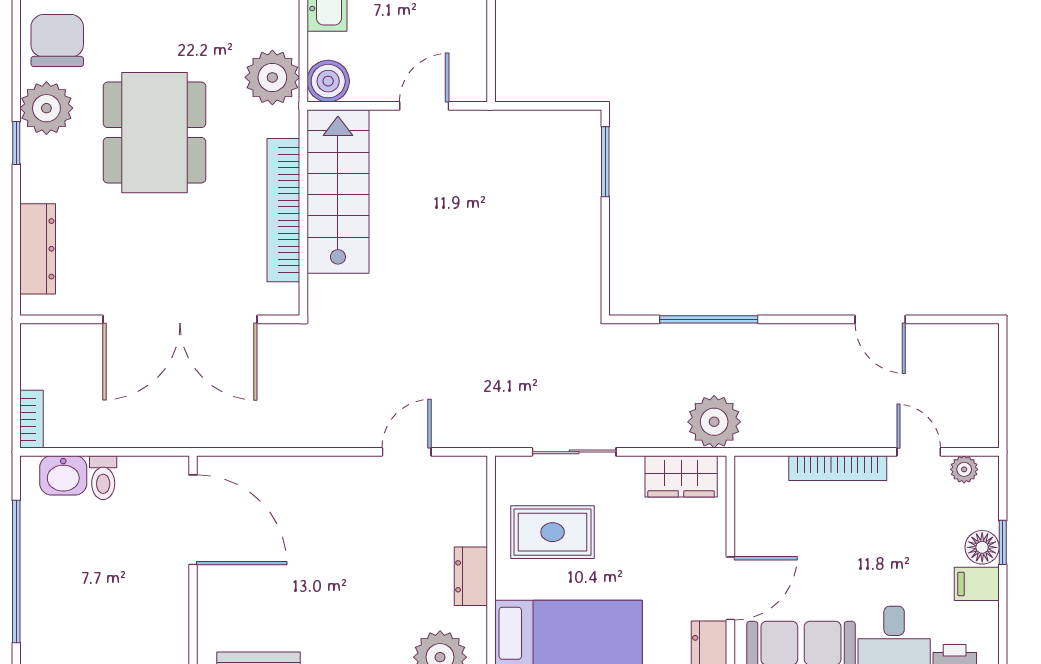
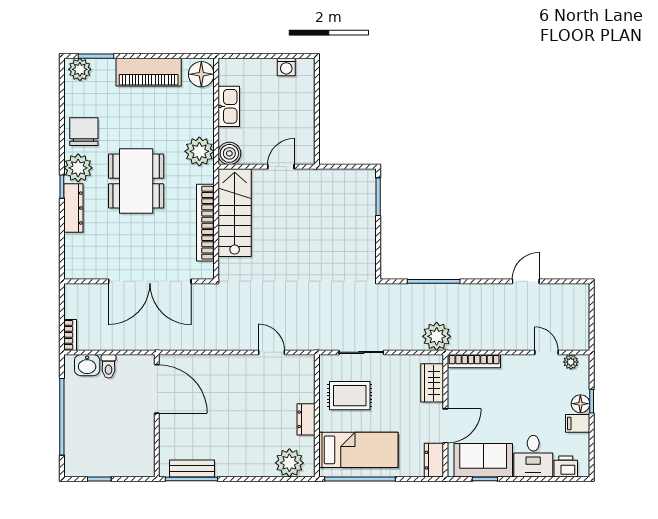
dresser: (38, 249) -> (73, 208), moved
door: (880, 319) -> (526, 281), swing flipped
door: (407, 452) -> (271, 352), hinge flipped
bookcase: (838, 468) -> (474, 361), moved
wardrobe: (681, 476) -> (432, 383), moved, turned 90

